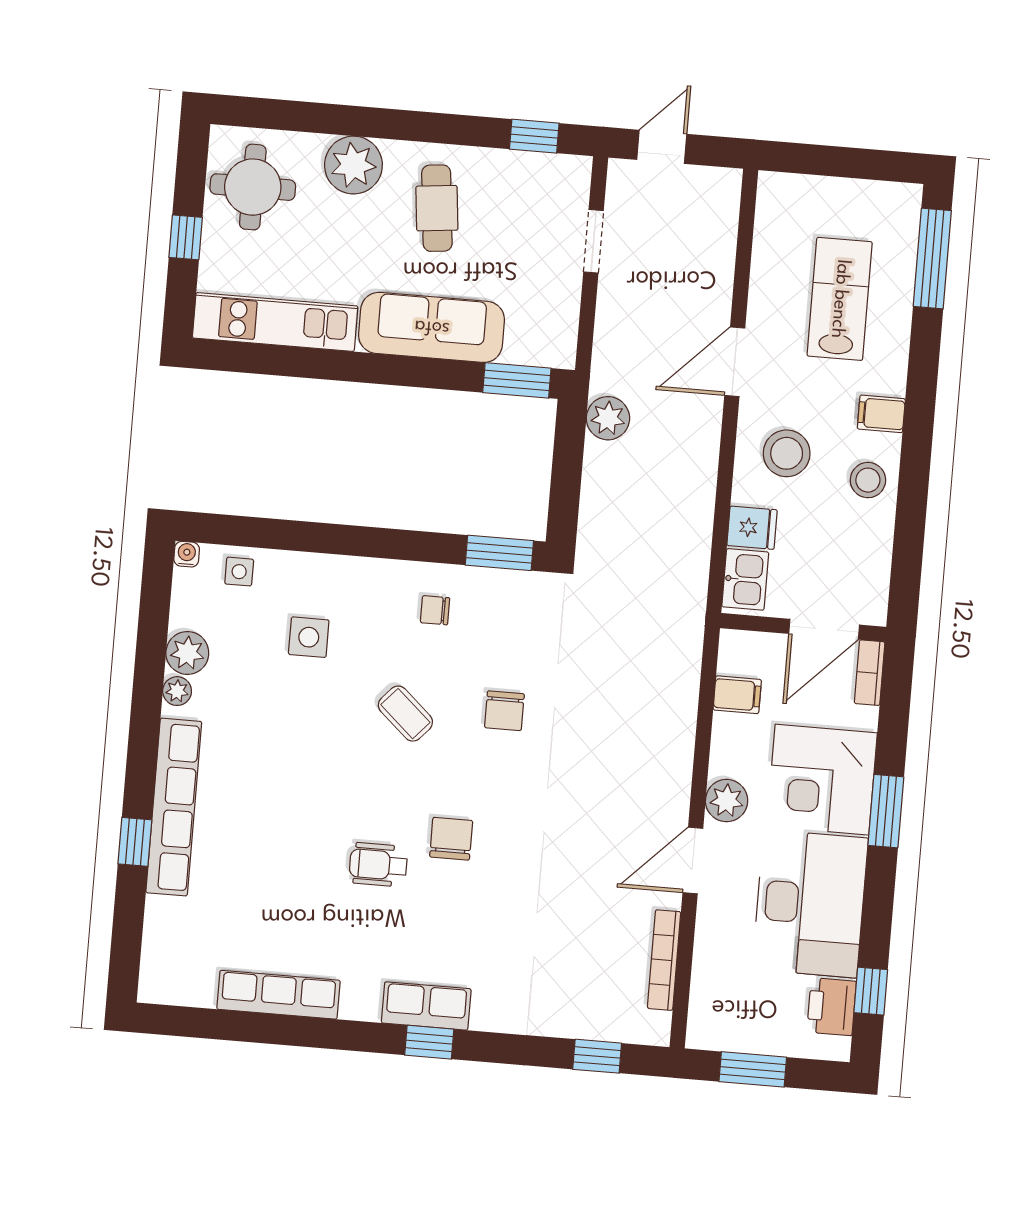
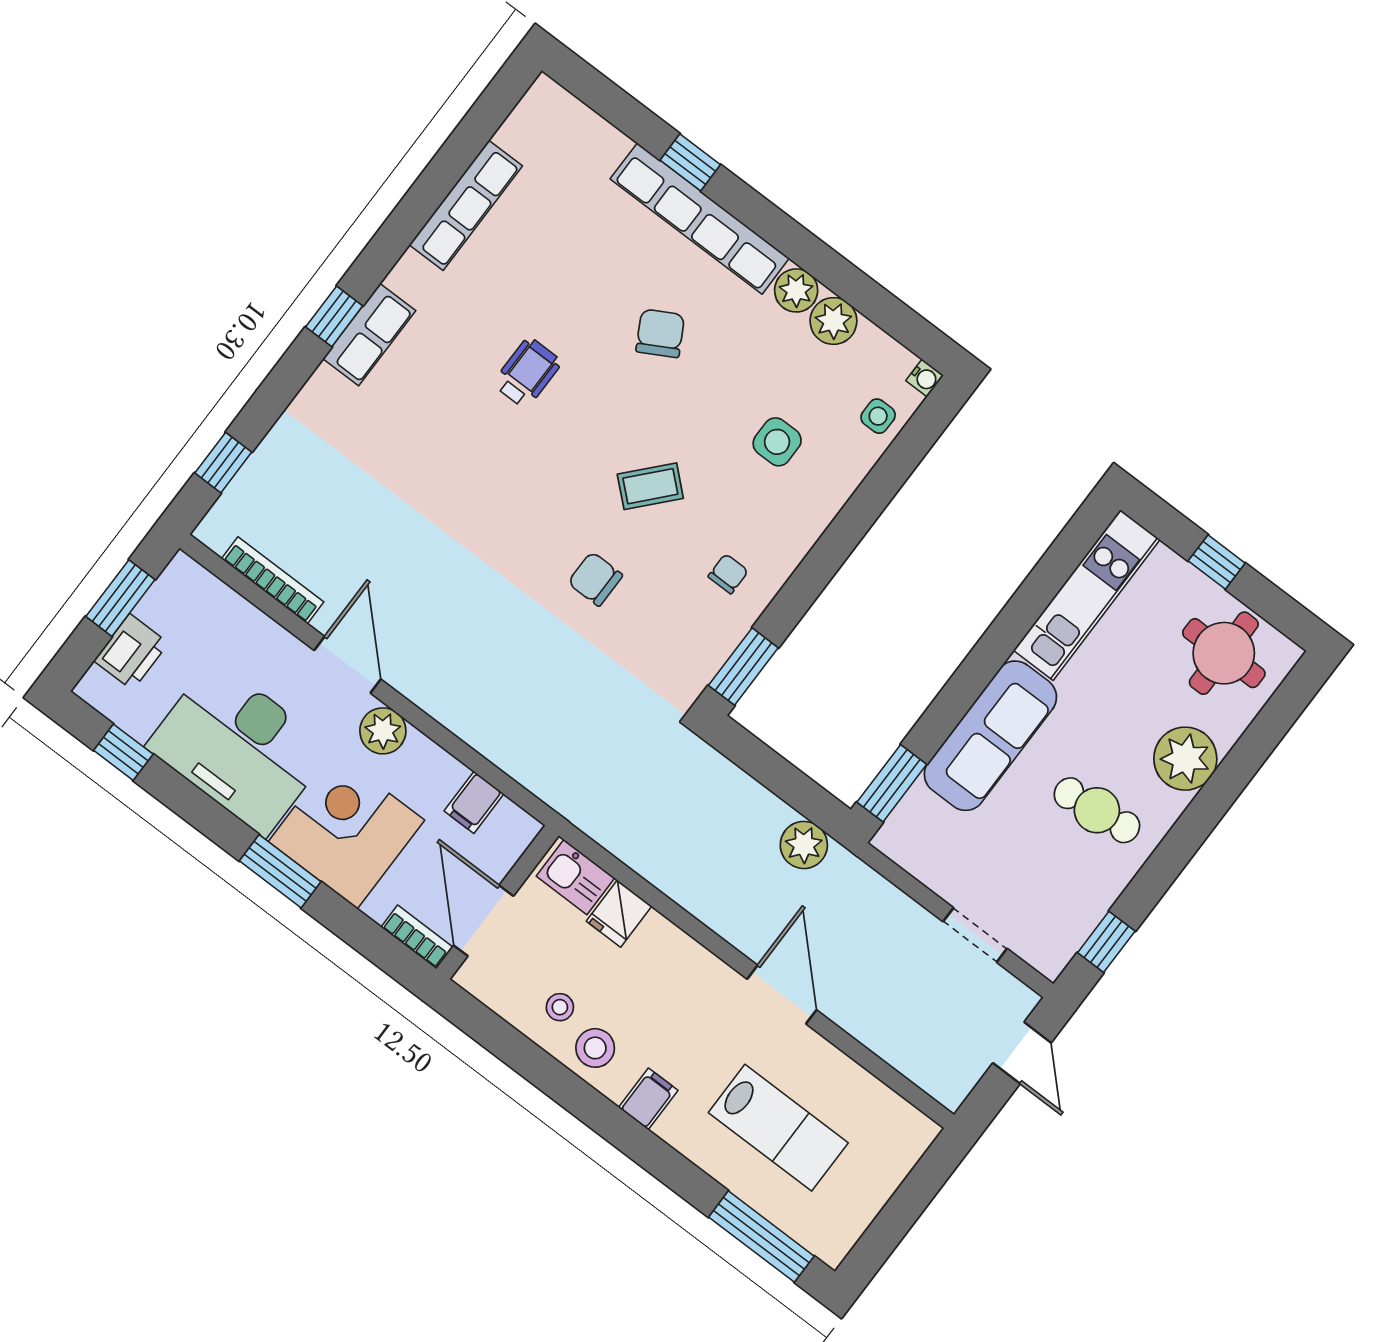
stool: (787, 453) -> (560, 1007), moved, width x0.53, depth x0.53
plant: (177, 691) -> (796, 290), width x1.38, depth x1.38
chair: (451, 839) -> (660, 333), moved, turned -119
printer: (832, 1007) -> (131, 652), moved, turned 90

